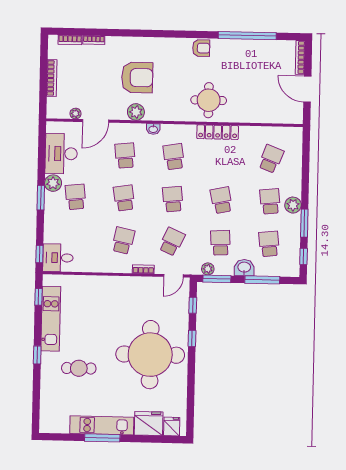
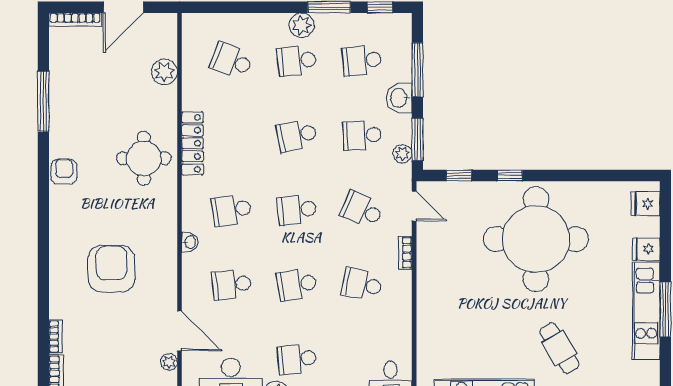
window: (247, 36) -> (43, 101), width x0.68
plant: (136, 112) -> (164, 72), moved
cafe table: (79, 368) -> (559, 348), turned -31
fridge: (149, 423) -> (646, 249), width x0.53, depth x0.75

